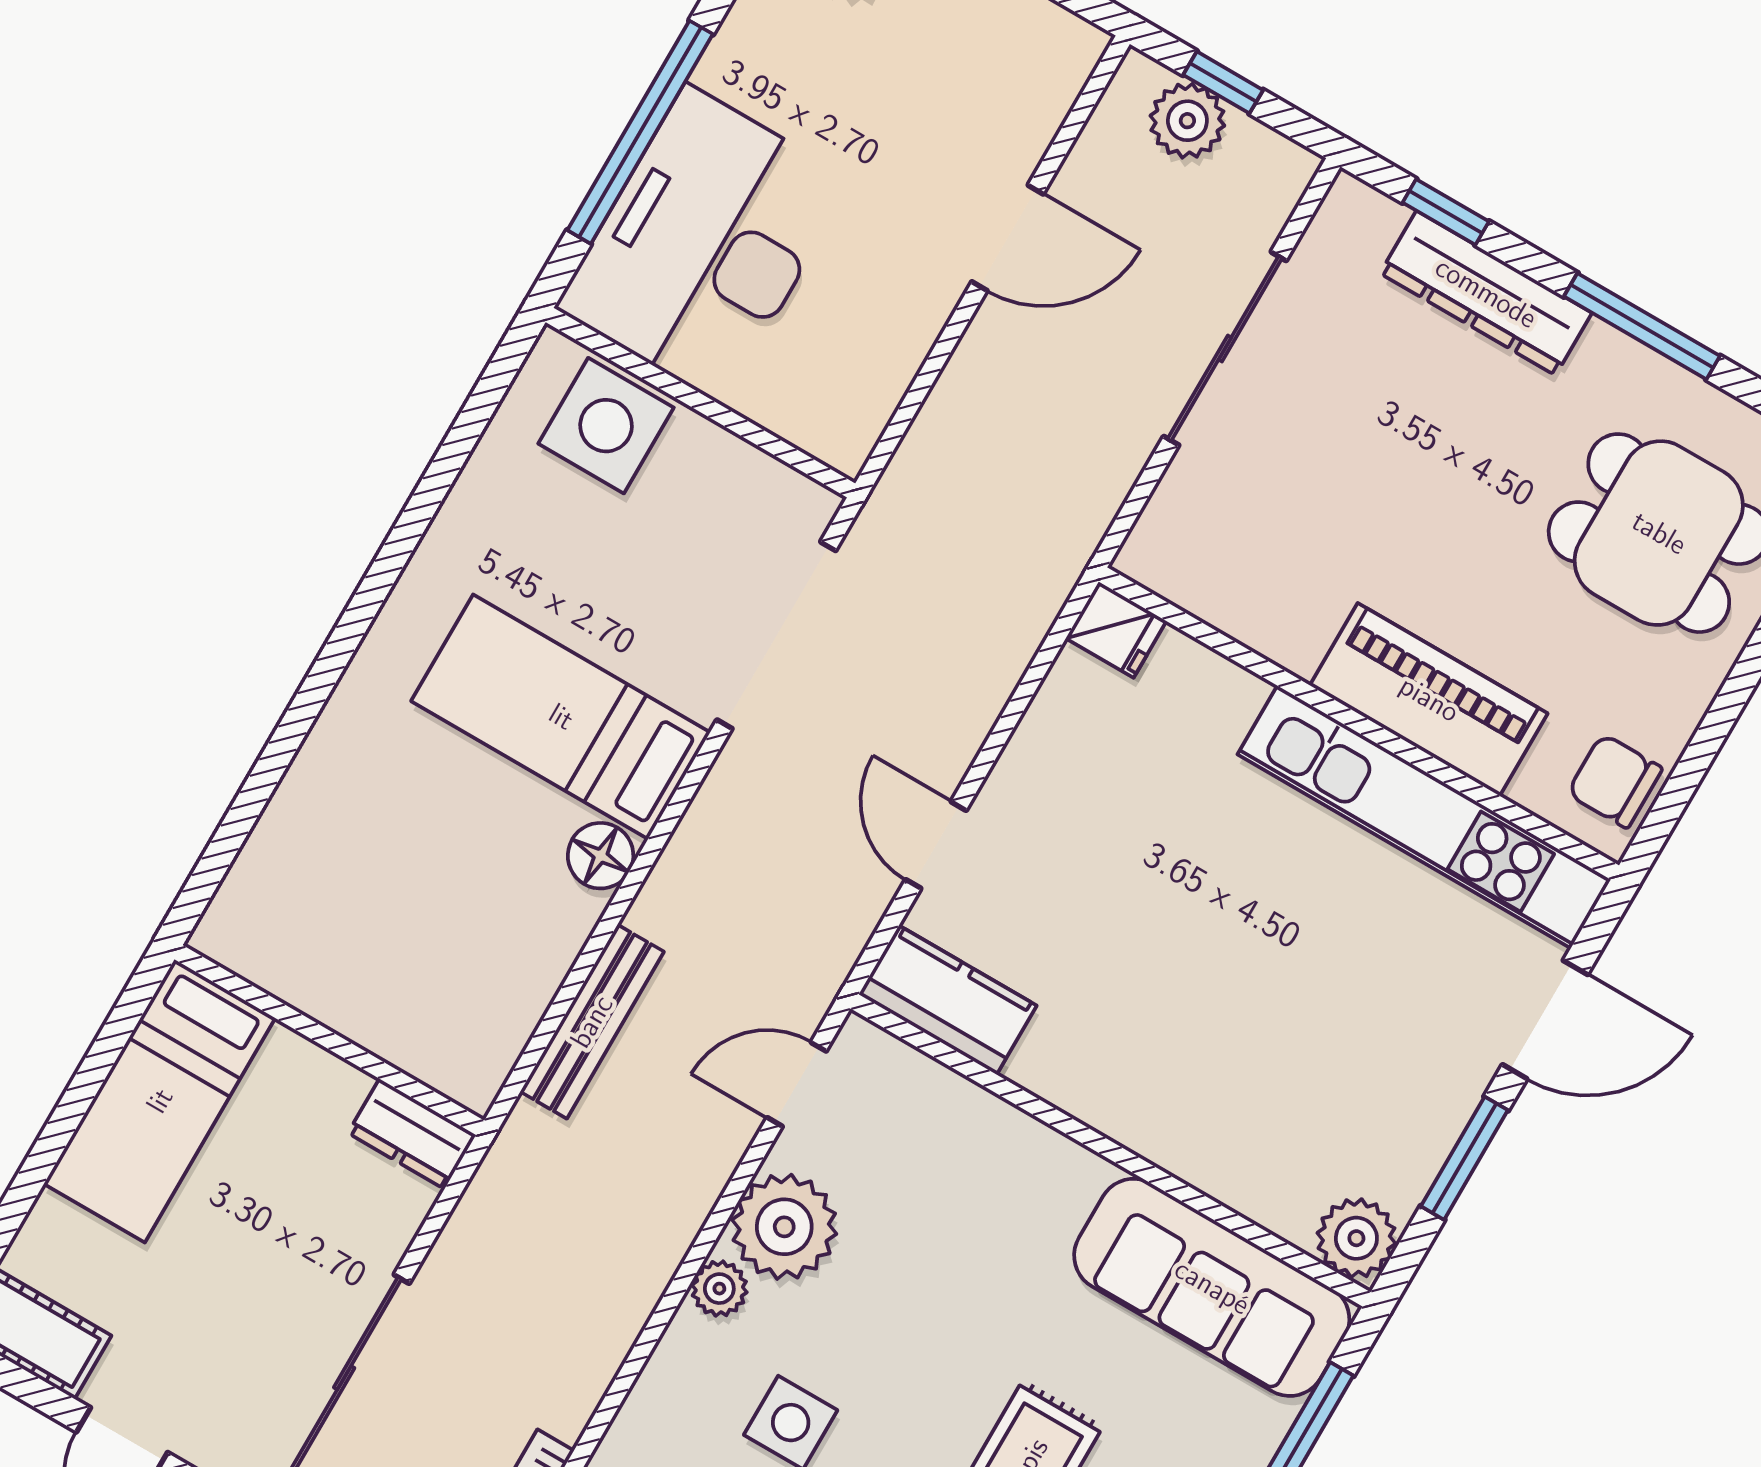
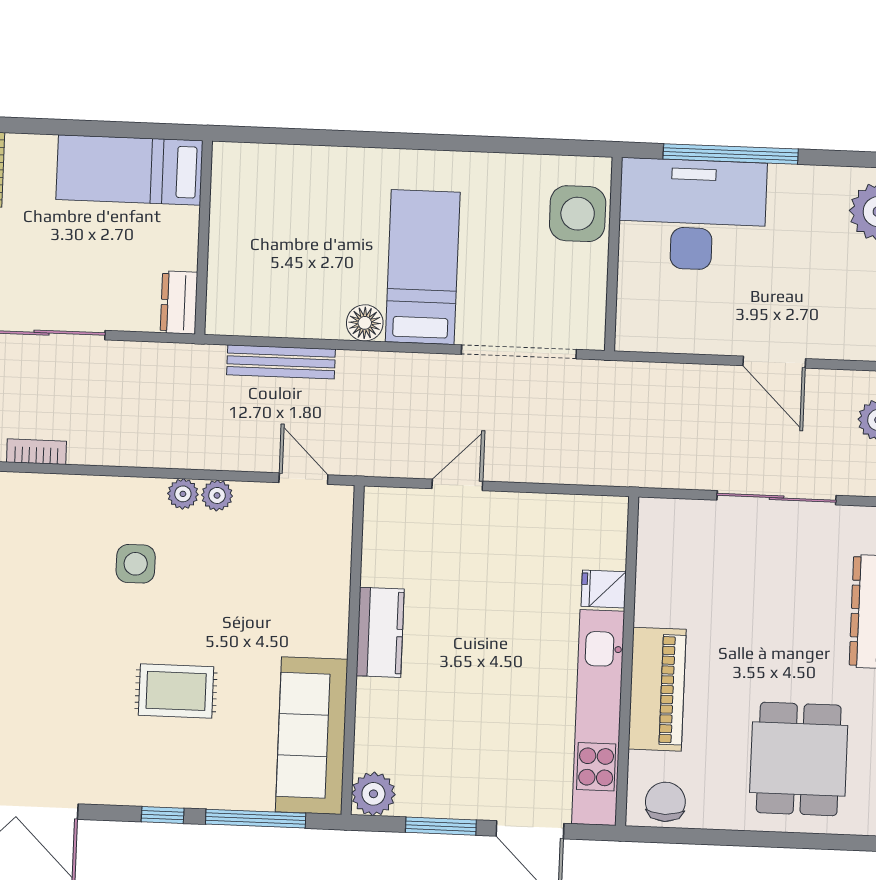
fridge: (1116, 630) -> (604, 589), moved, turned 90
kitchen counter: (948, 1000) -> (380, 632), moved
plant: (784, 1227) -> (217, 495), width x0.53, depth x0.53

